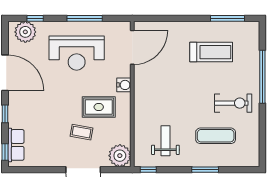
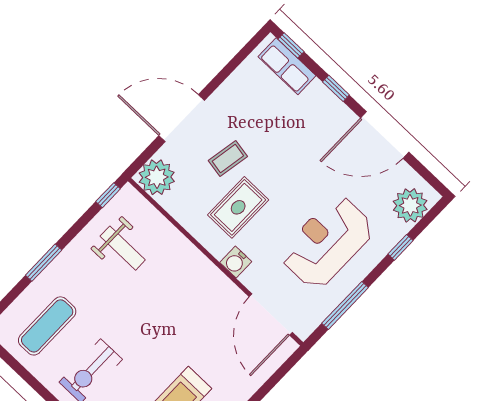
window: (35, 18) -> (401, 247), moved
window: (85, 18) -> (345, 305), moved
exercise mat: (216, 136) -> (47, 326), moved

